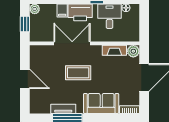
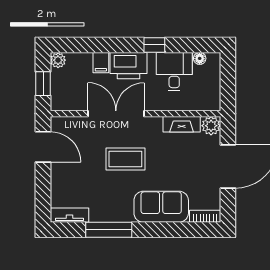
door: (25, 79) -> (43, 147), moved
tv unit: (63, 109) -> (69, 215), moved

